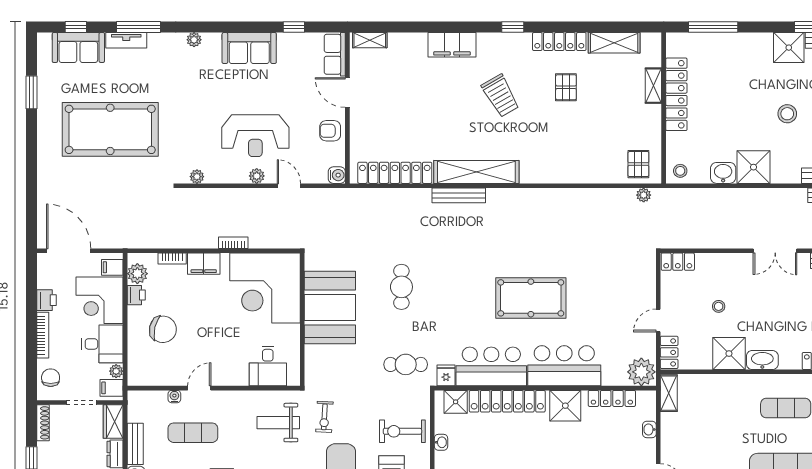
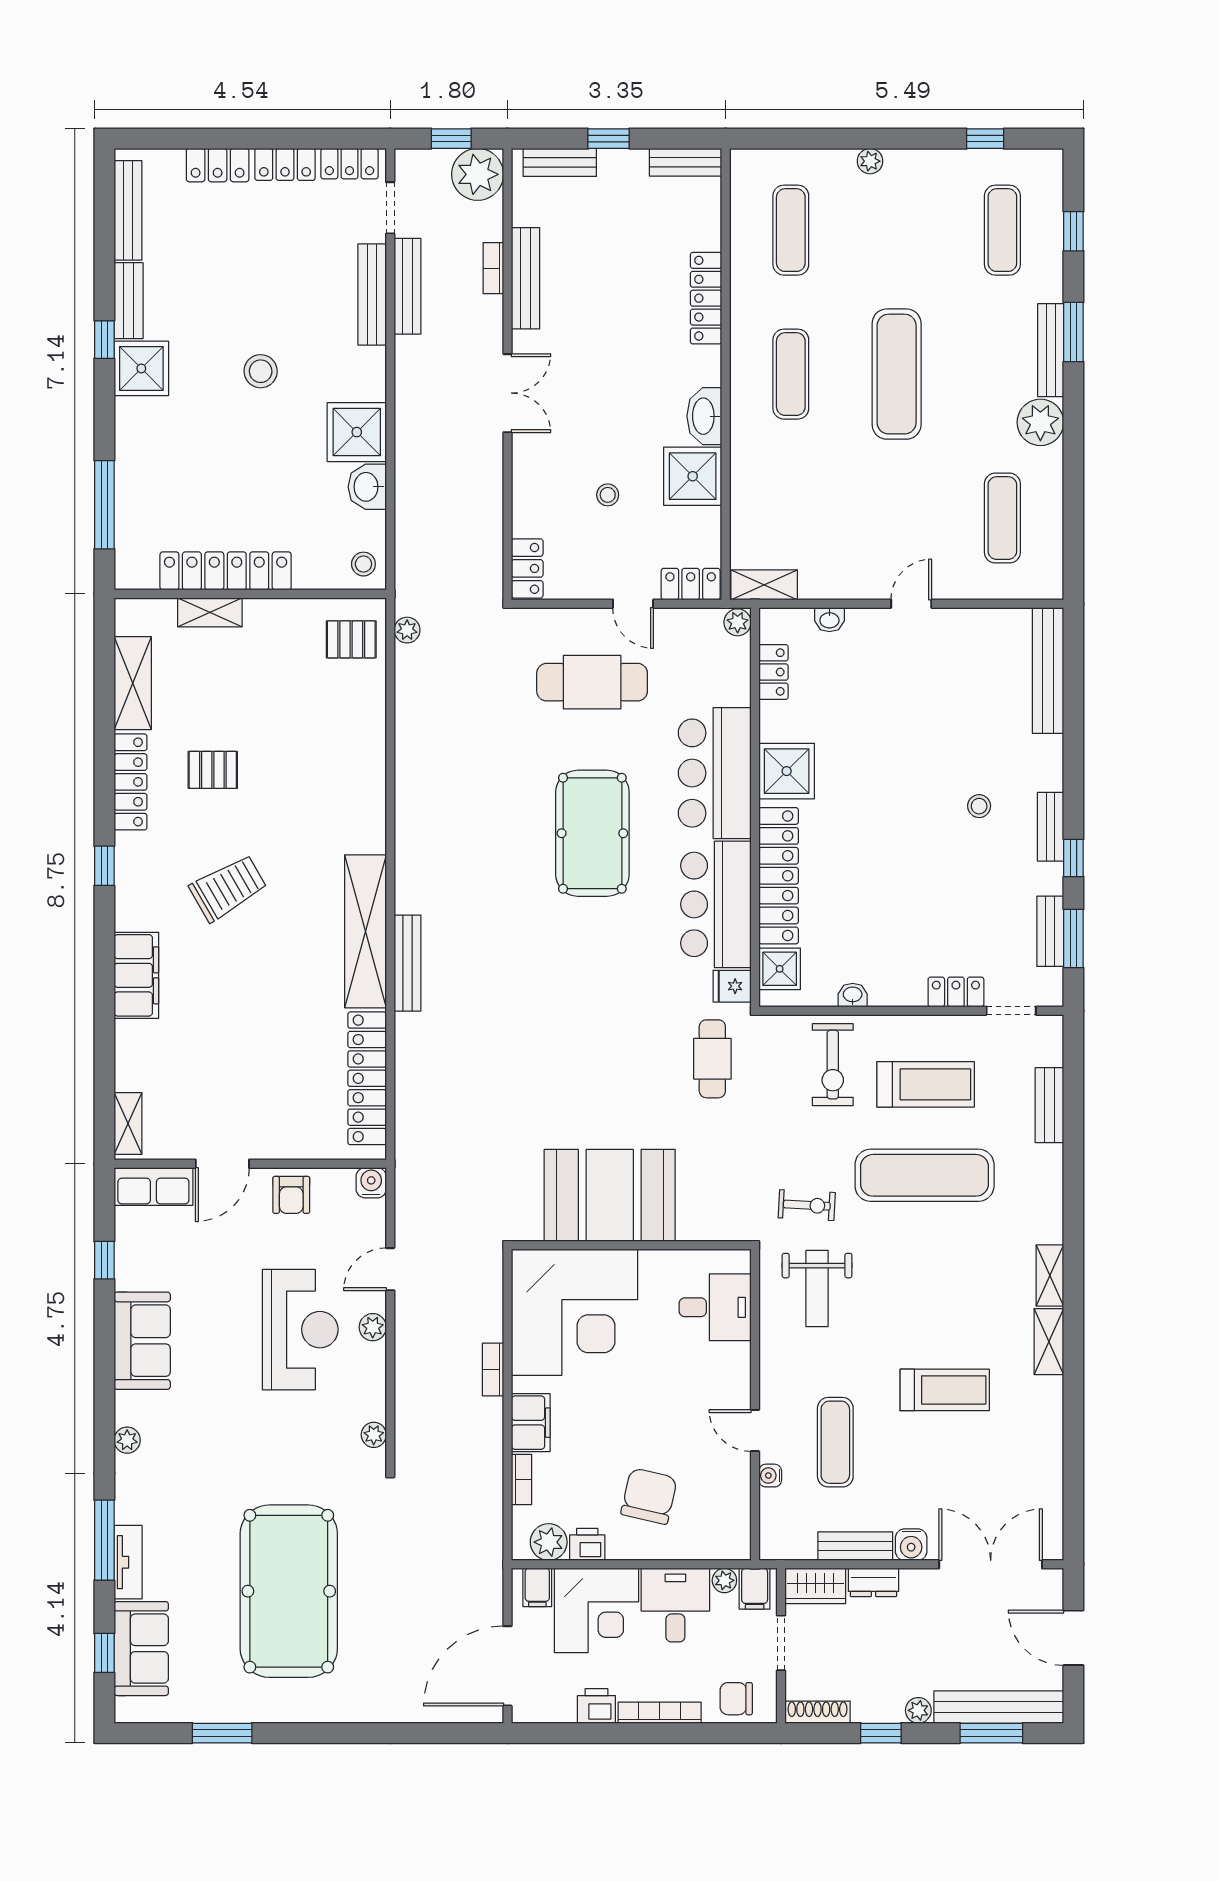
cafe table: (401, 287) -> (592, 682), moved, width x1.37, depth x1.35
plant: (641, 372) -> (738, 622), width x0.53, depth x0.53
locker: (612, 398) -> (773, 672), width x0.66

